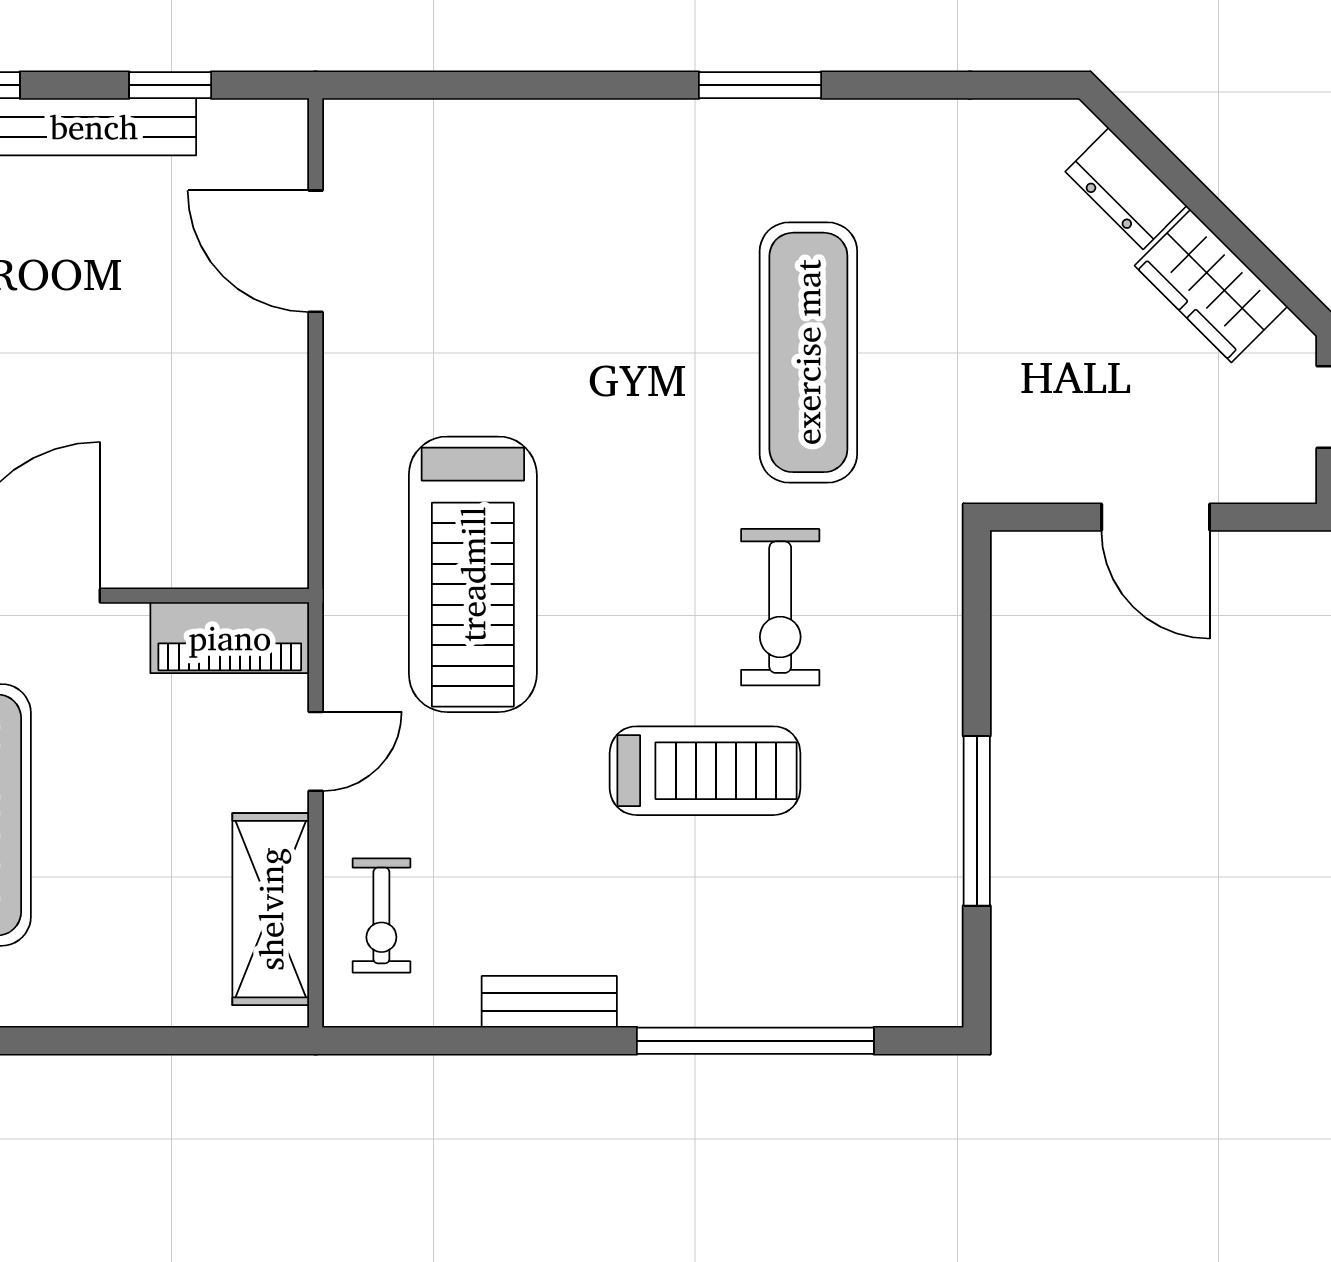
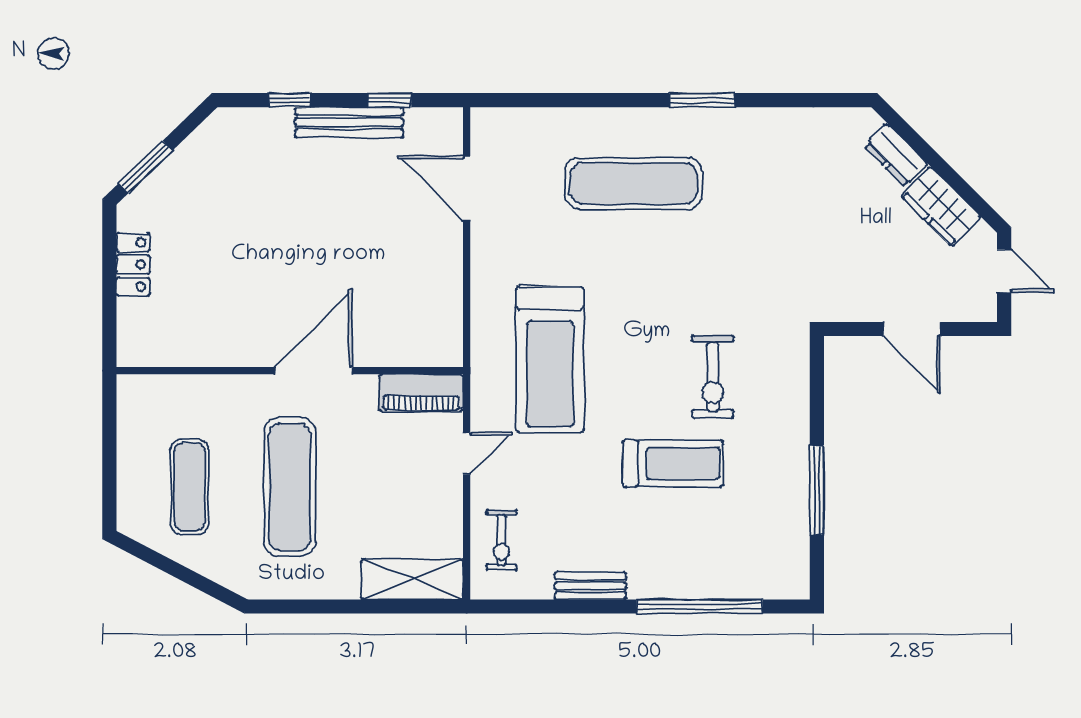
exercise mat: (808, 352) -> (633, 183), moved, turned 90
shelving: (271, 909) -> (412, 579), moved, turned 90

